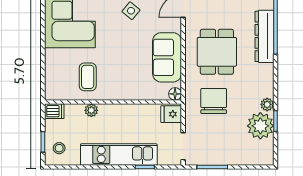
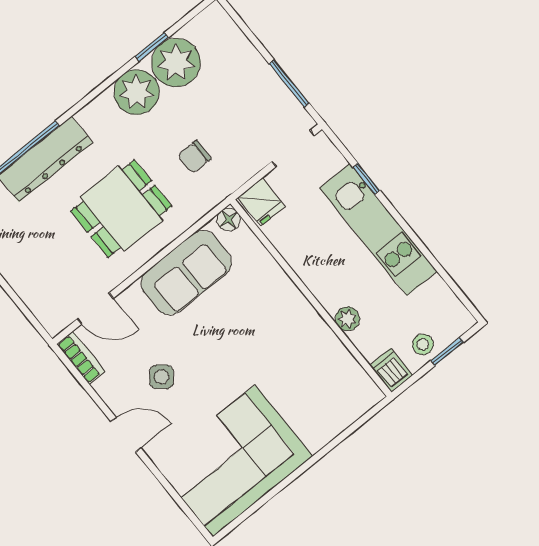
coffee table: (88, 77) -> (304, 362), removed
chair: (214, 101) -> (194, 157), width x0.54, depth x0.54
plant: (267, 104) -> (137, 92), width x1.87, depth x1.87
stool: (59, 148) -> (423, 344), moved

